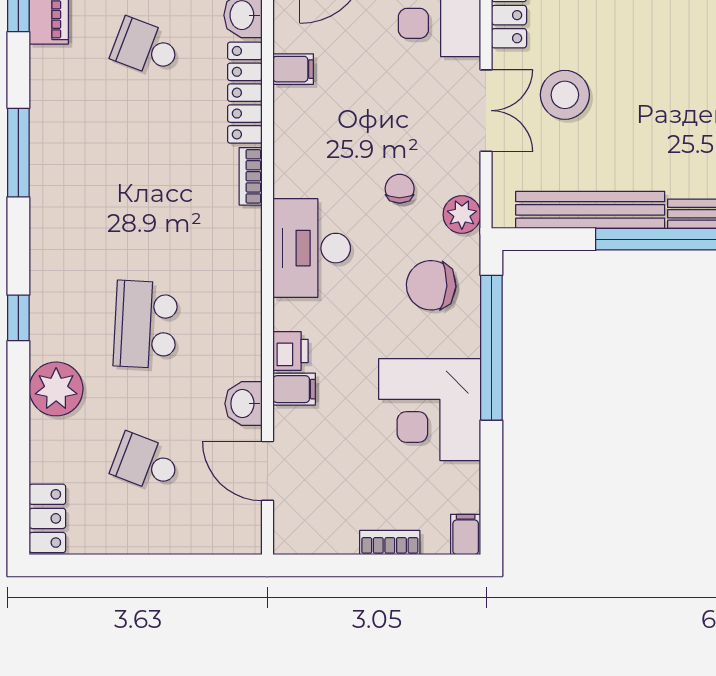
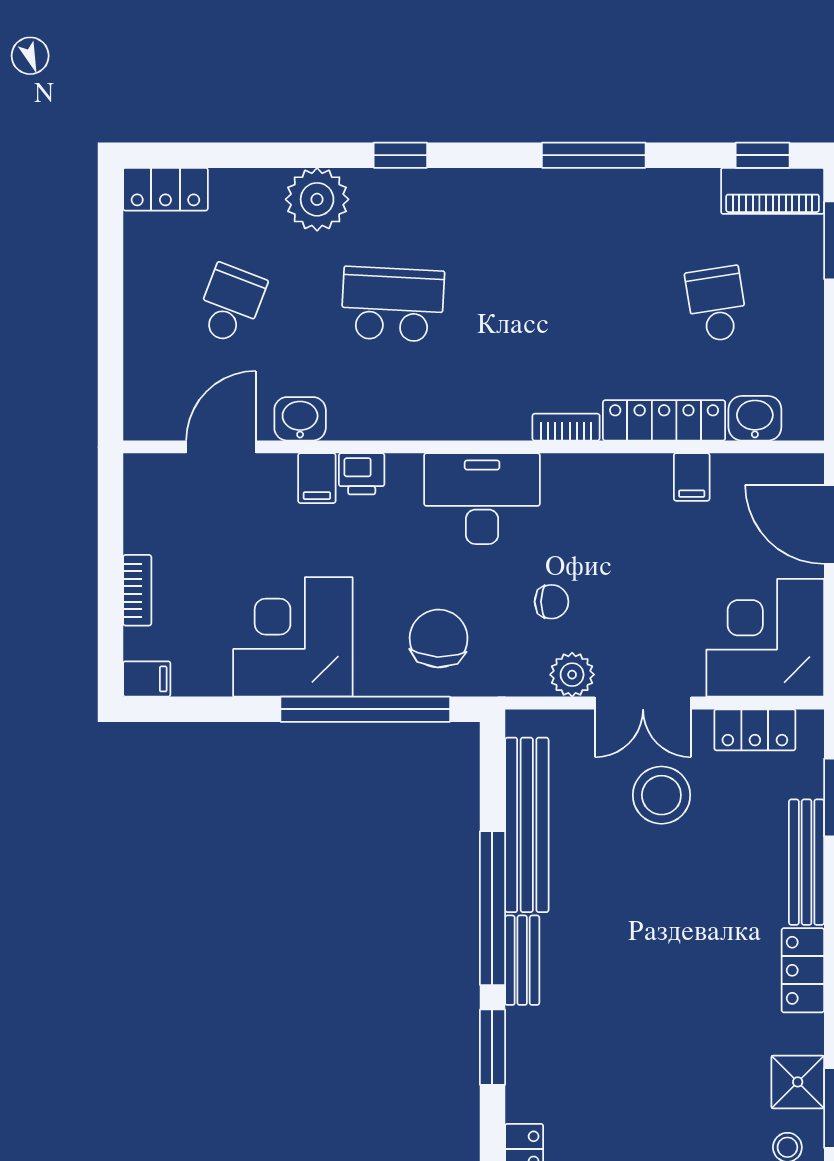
school desk: (146, 48) -> (717, 304), turned -30
plant: (462, 215) -> (572, 675), moved

